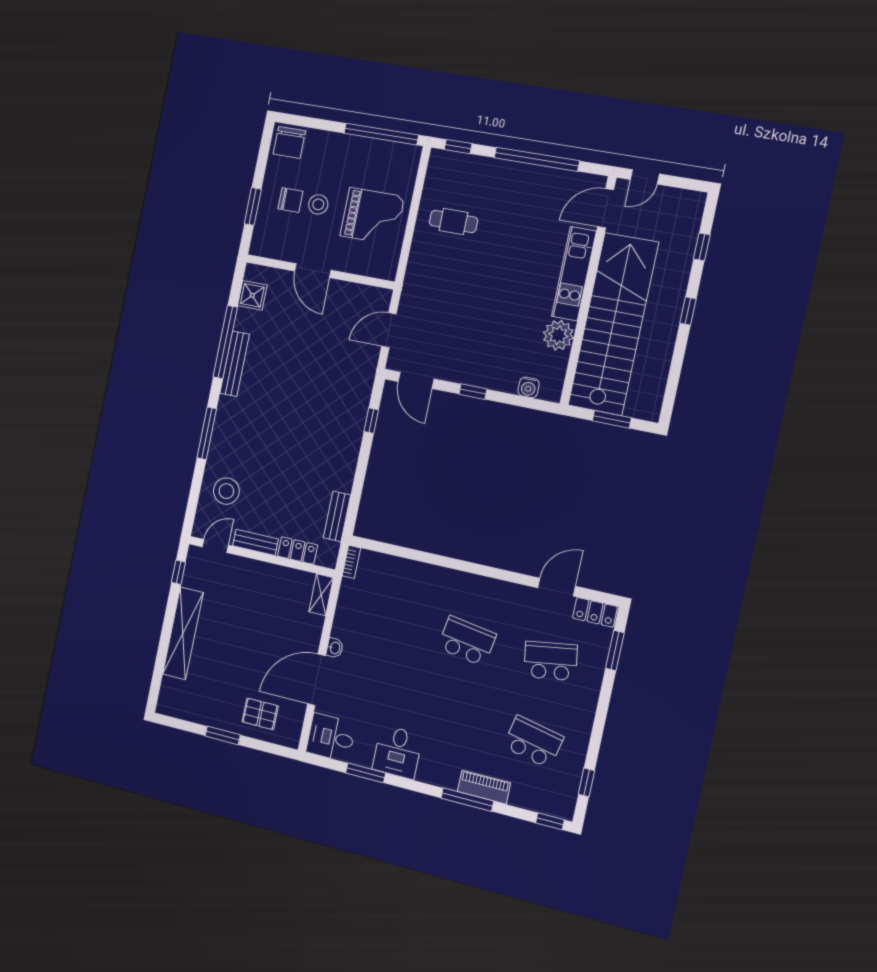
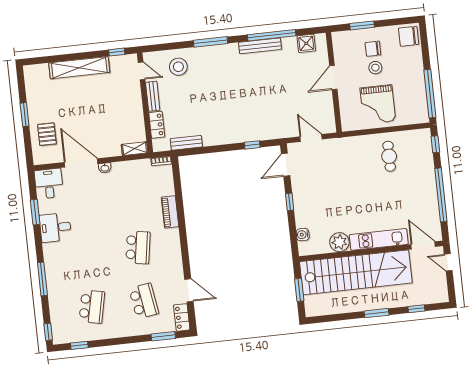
chair: (290, 200) -> (373, 49), turned 90
window: (688, 311) -> (377, 313), width x1.50
piano: (484, 787) -> (170, 212), moved, turned 180

